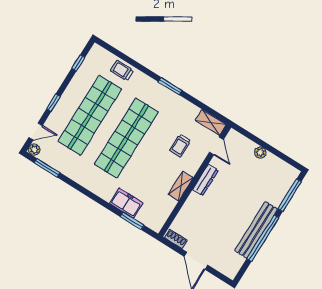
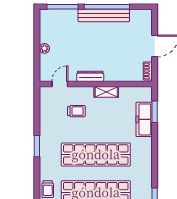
shelving: (211, 122) -> (45, 99), removed
freezer: (126, 203) -> (144, 119), width x1.40

